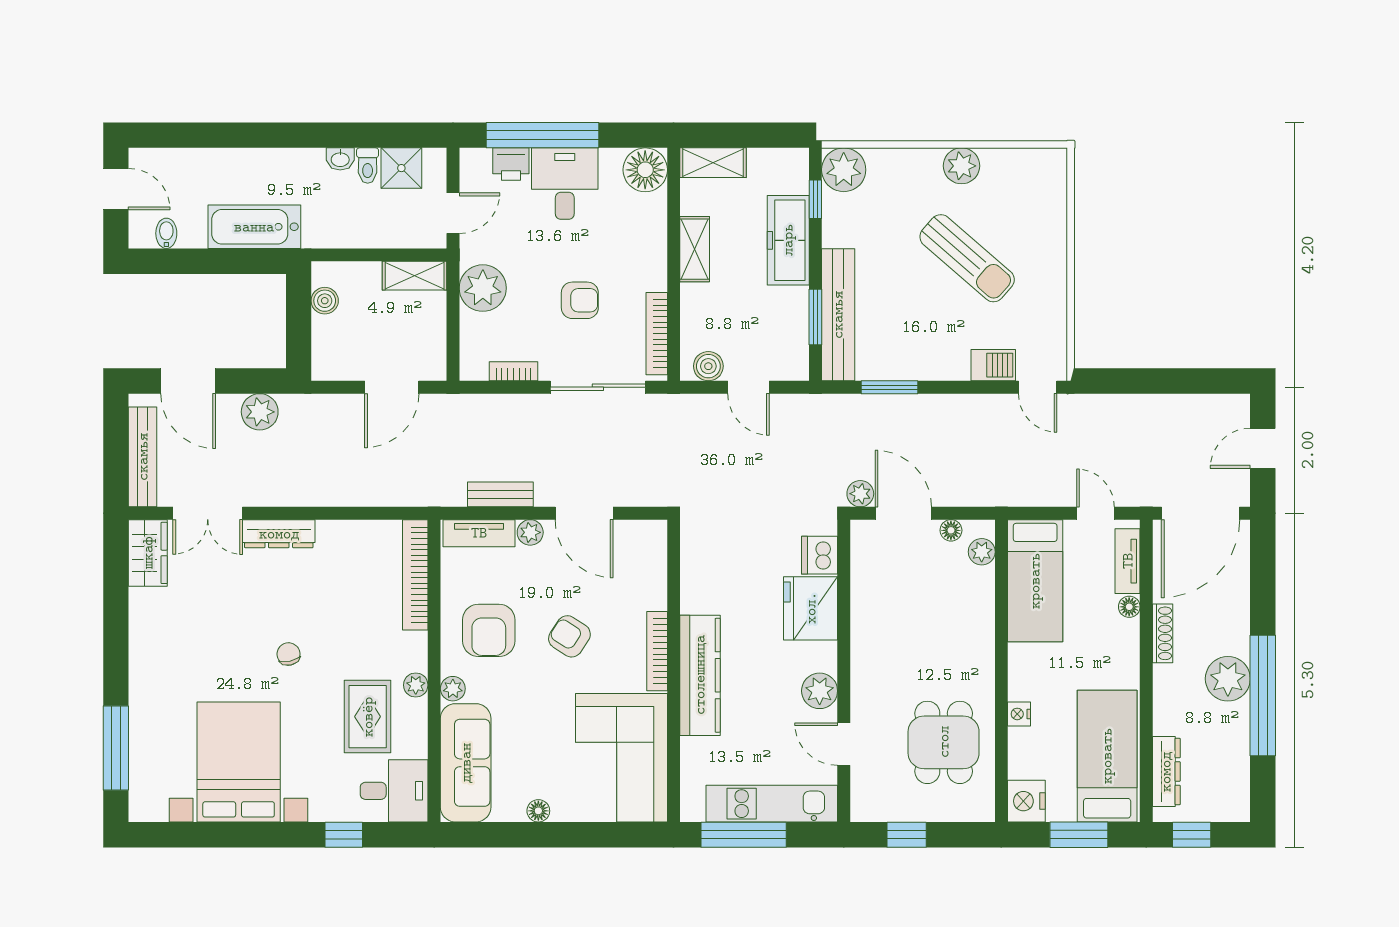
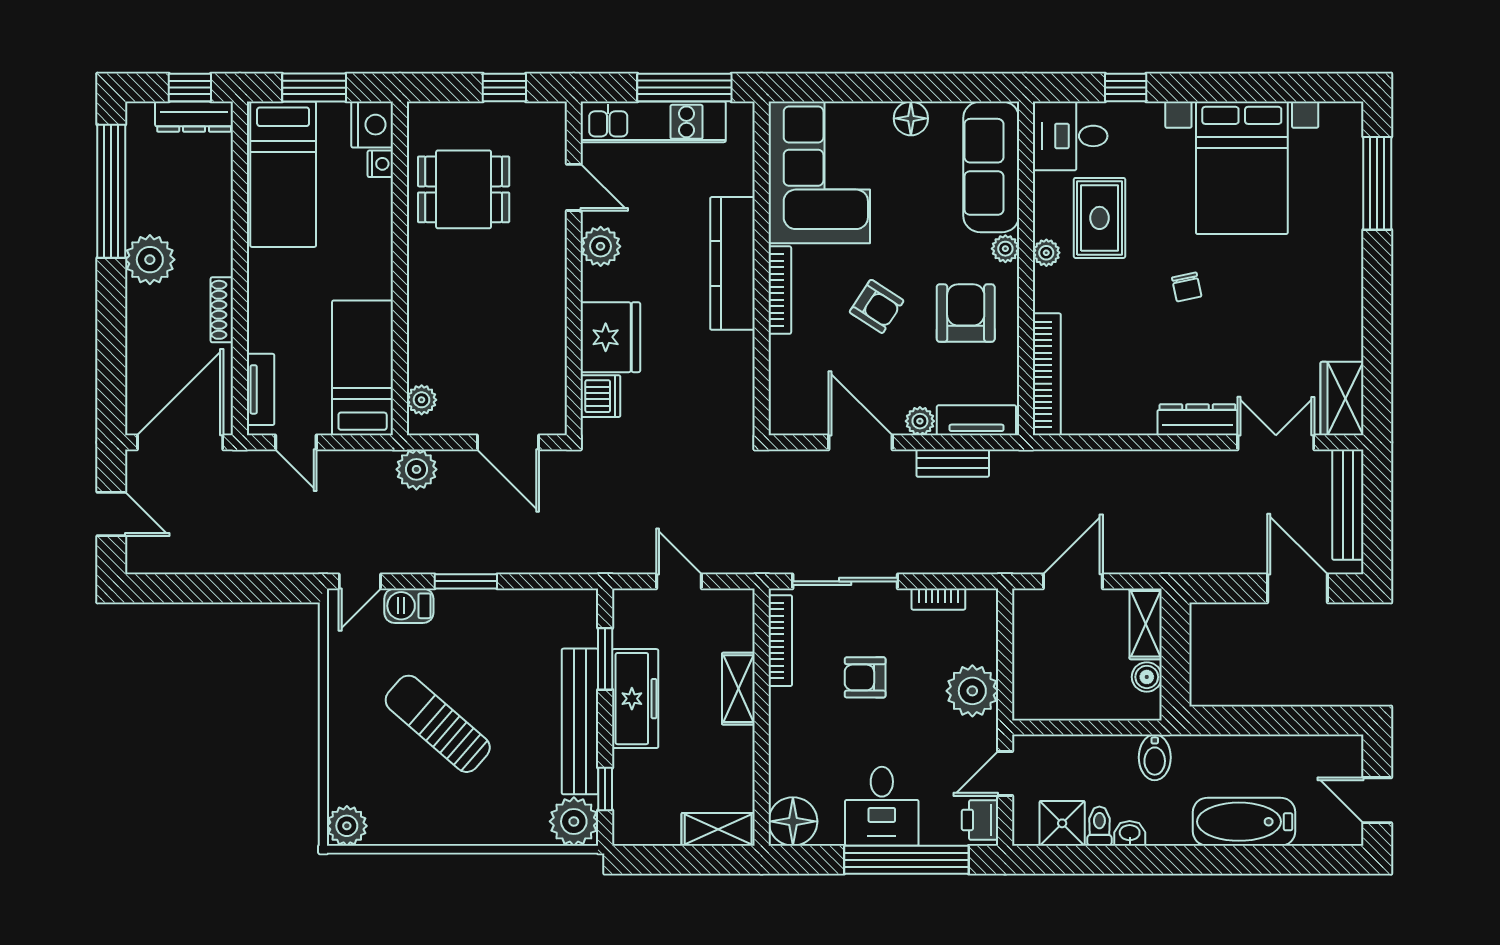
printer: (511, 164) -> (980, 820), moved, turned -90
plant: (962, 166) -> (347, 826), moved
bathtub: (254, 227) -> (1244, 822), moved, turned 180
bidet: (166, 233) -> (1155, 757), moved, width x1.38, depth x1.36
freezer: (788, 240) -> (635, 699), moved
shelving: (695, 249) -> (738, 689), moved
shelving: (415, 276) -> (1146, 624), moved, turned 90
bench: (838, 315) -> (580, 721), moved
boiler: (708, 366) -> (723, 605), removed
window: (889, 387) -> (466, 581), moved
door: (1038, 387) -> (360, 581), swing flipped
plant: (260, 412) -> (1219, 554), removed
door: (1263, 448) -> (111, 514), hinge flipped
plant: (860, 494) -> (416, 469), moved, width x1.38, depth x1.38
floor lamp: (951, 530) -> (455, 423), removed
floor lamp: (1129, 607) -> (259, 339), removed
window: (1263, 696) -> (111, 191), moved
nightstand: (1019, 714) -> (380, 164), moved
dining table: (944, 742) -> (464, 189), turned 90
dresser: (1166, 772) -> (194, 117), moved, turned -90
floor lamp: (538, 811) -> (911, 118), width x1.37, depth x1.37

